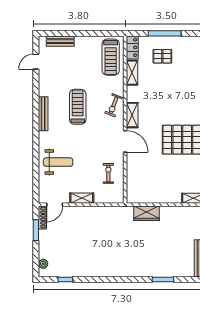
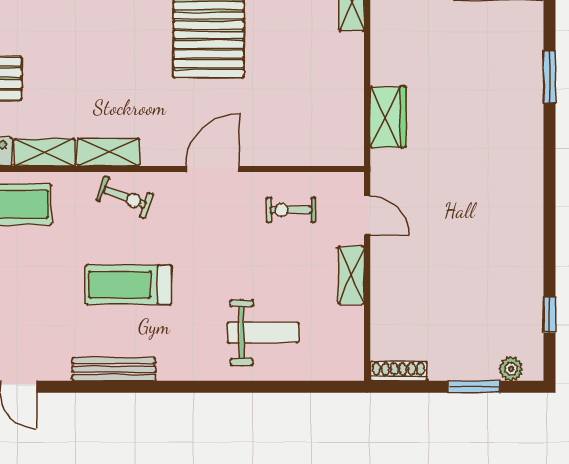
bench: (43, 114) -> (114, 369), moved
shelving: (132, 115) -> (108, 152), moved
weight bench: (58, 162) -> (263, 333), turned 90
door: (55, 205) -> (367, 215), moved
window: (36, 230) -> (474, 387), moved

